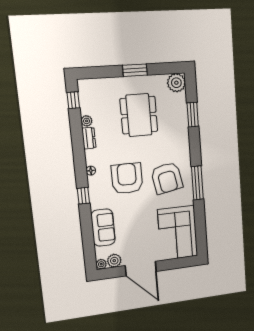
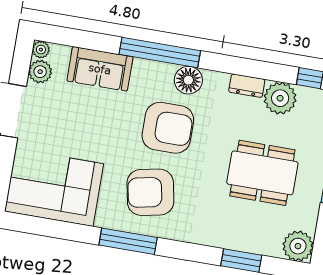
plant: (87, 121) -> (280, 98), width x1.88, depth x1.88
floor lamp: (91, 171) -> (188, 80), width x1.89, depth x1.89
window: (83, 196) -> (160, 52), width x3.17

